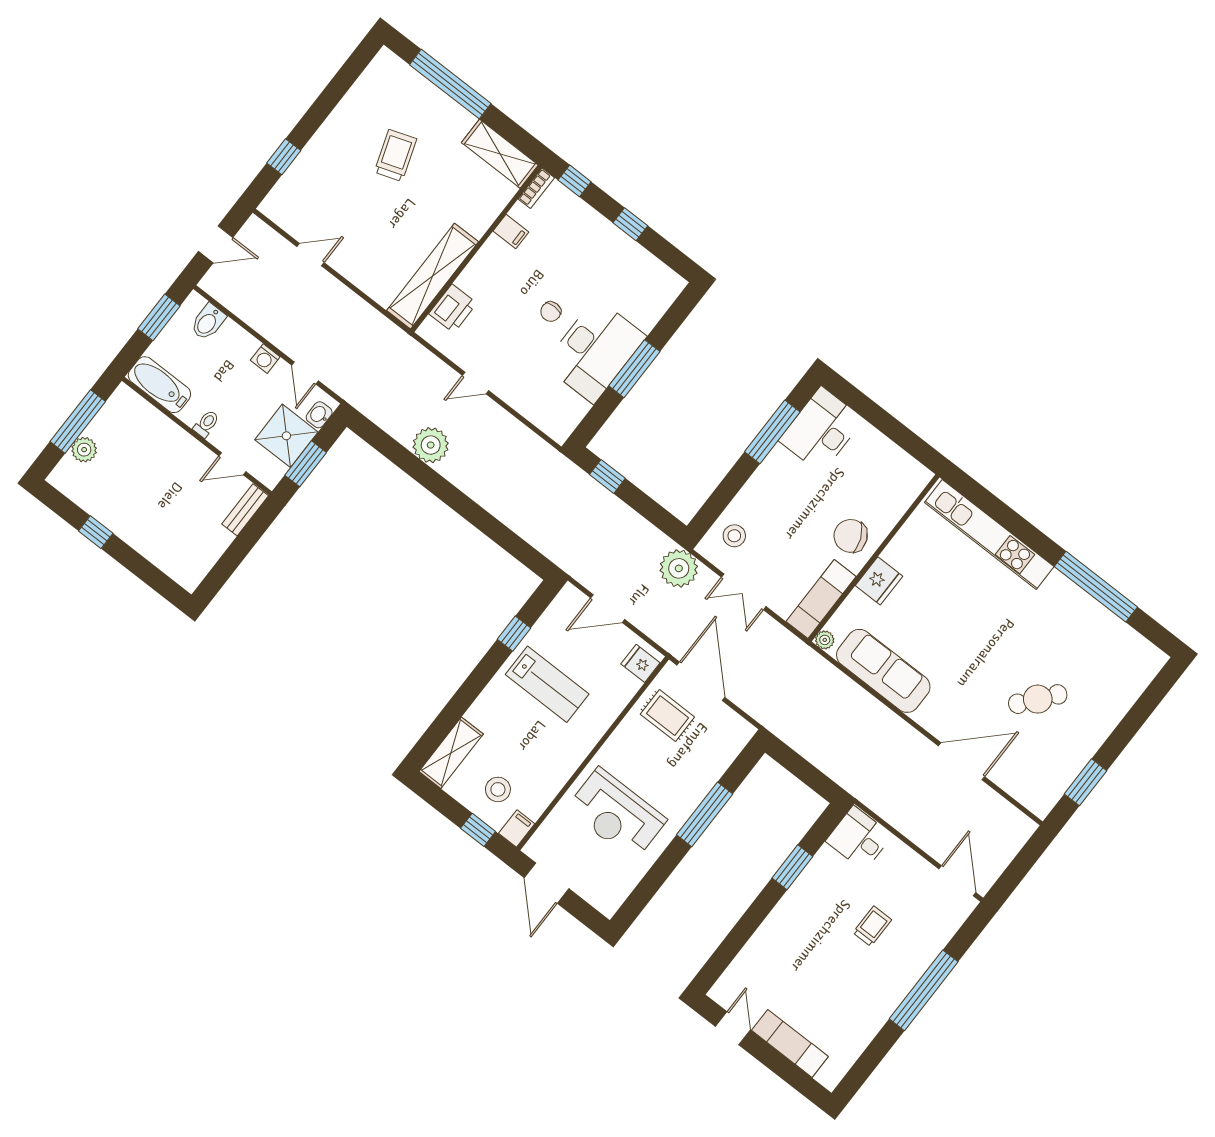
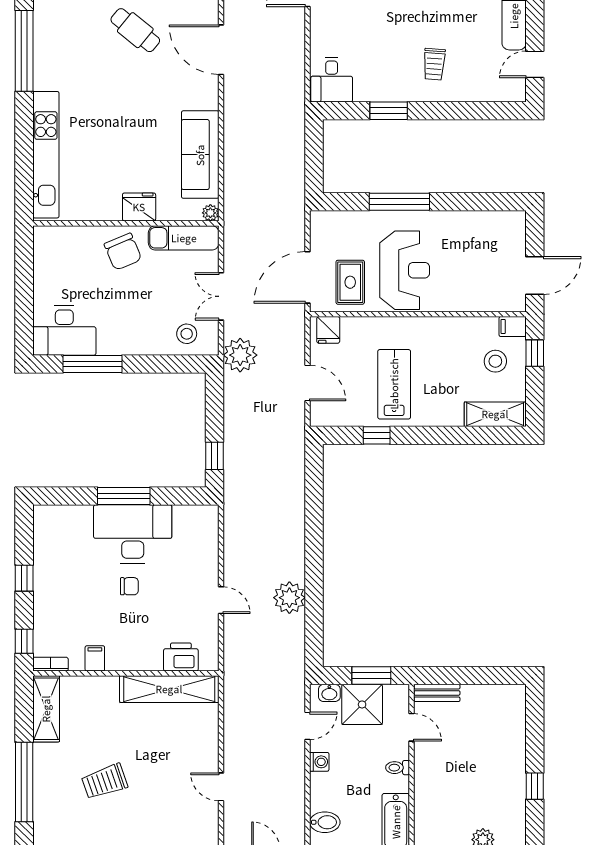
double door: (744, 592) -> (221, 296), swing flipped
reception desk: (616, 814) -> (405, 270), moved
trolley: (872, 926) -> (434, 64), moved, turned -86

